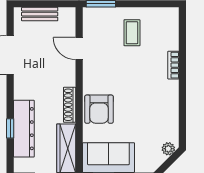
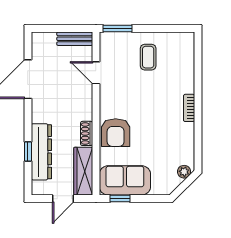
bench: (40, 14) -> (75, 39), moved
bookcase: (173, 65) -> (189, 108), moved
shoe rack: (70, 105) -> (87, 133), width x0.70

